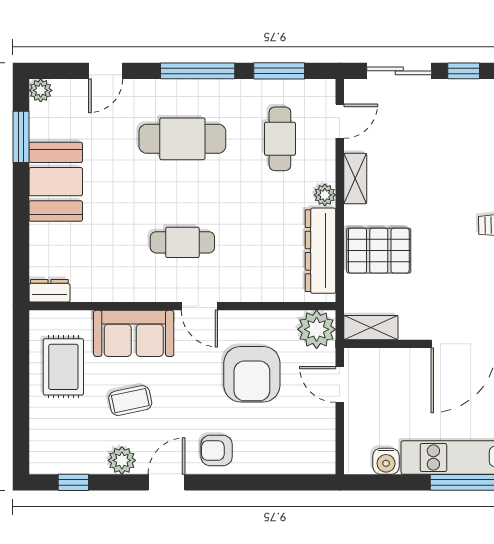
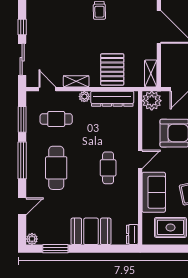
door: (106, 71) -> (22, 206), hinge flipped
booth: (56, 182) -> (91, 231), moved

